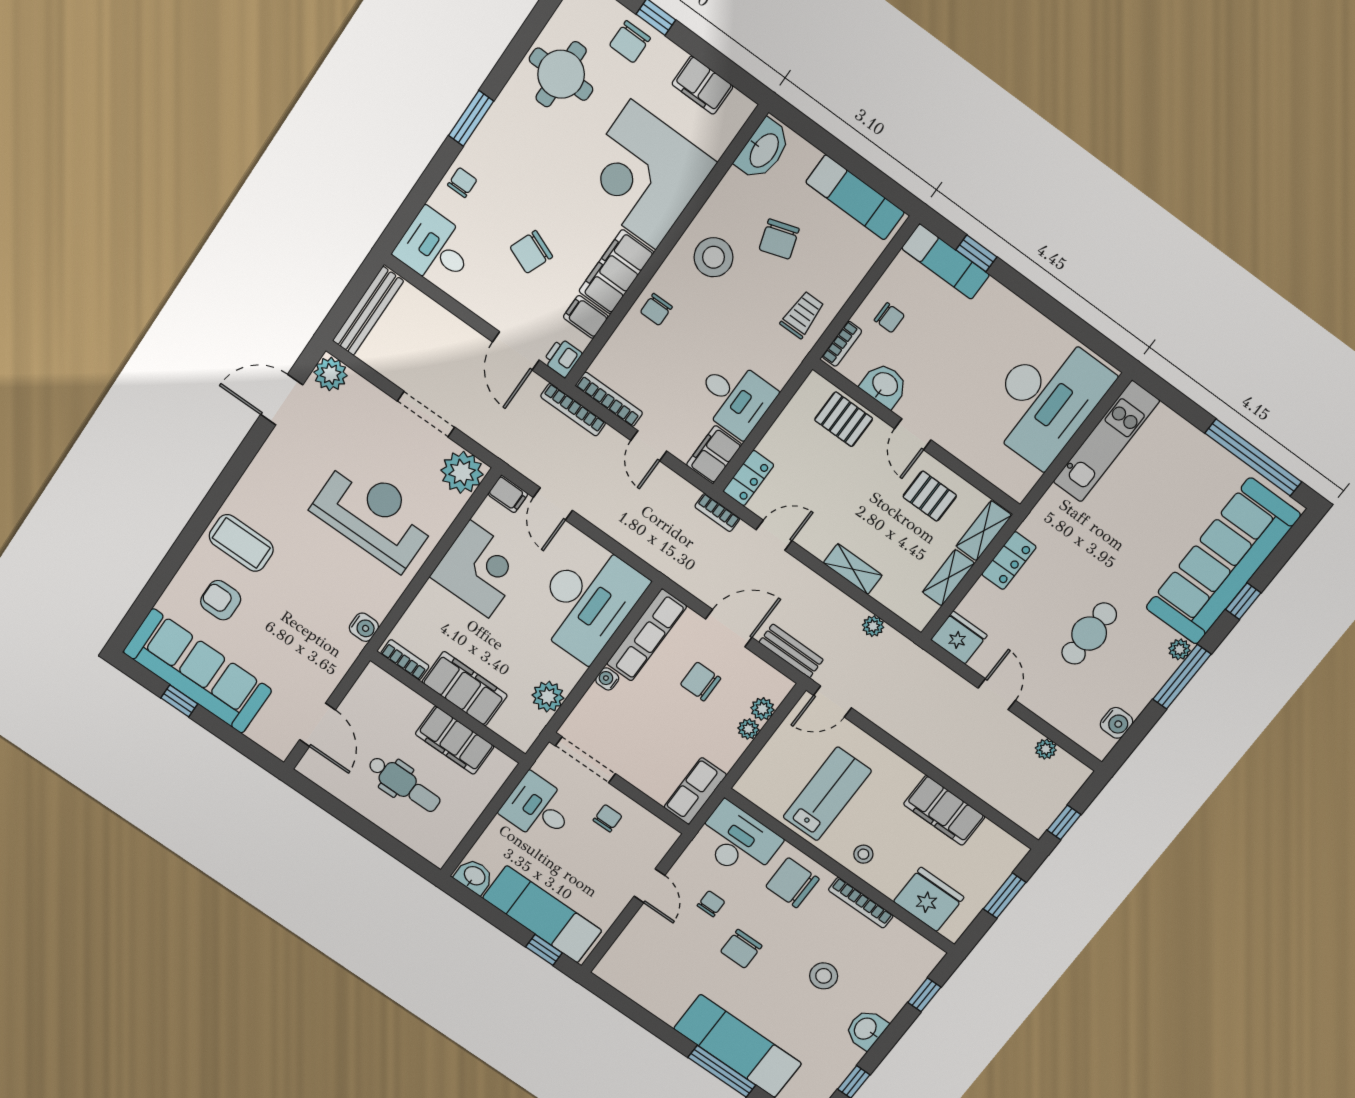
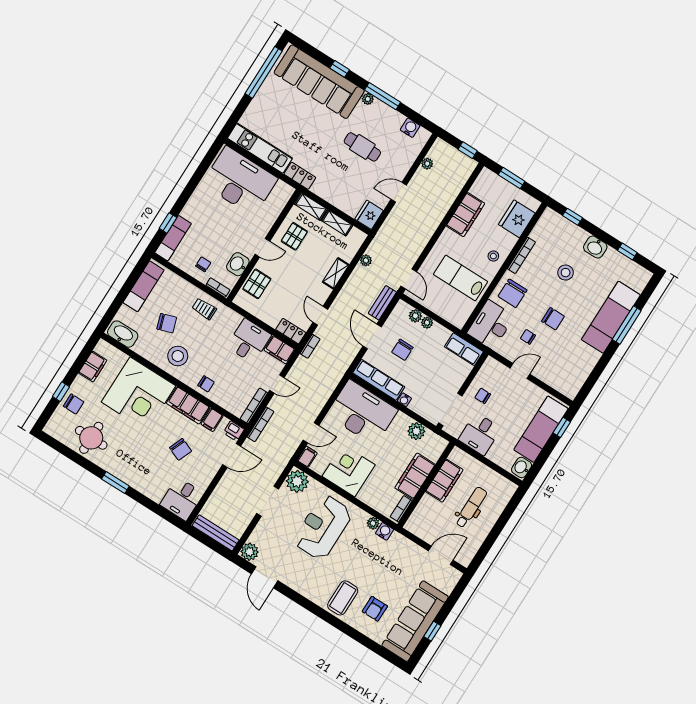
chair: (462, 182) -> (148, 486), removed
locker: (1009, 561) -> (300, 176), moved
plant: (379, 607) -> (373, 523), added

